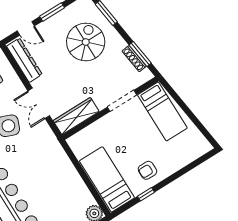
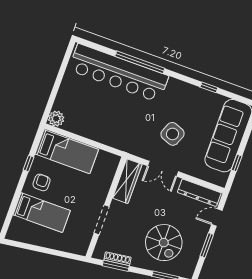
double door: (39, 103) -> (163, 169), swing flipped
bed: (162, 111) -> (42, 213), moved, turned 180

